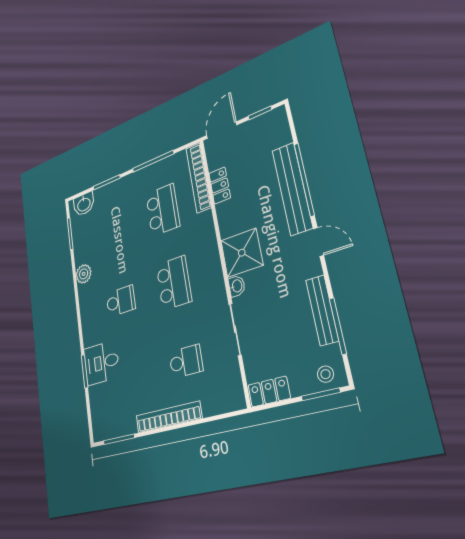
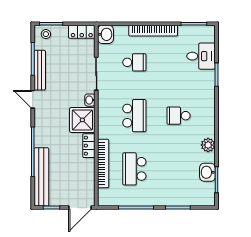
bookcase: (198, 178) -> (103, 163), moved
locker: (220, 185) -> (89, 146), moved
bench: (292, 189) -> (41, 177), moved
washbasin: (84, 204) -> (207, 172), moved, turned -90
door: (319, 242) -> (33, 99), moved
school desk: (174, 283) -> (134, 116), turned 180
school desk: (186, 361) -> (134, 62), turned 180
desk: (101, 363) -> (201, 56), moved
washbasin: (233, 396) -> (105, 34), added

